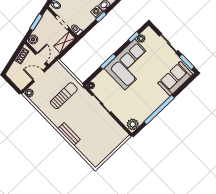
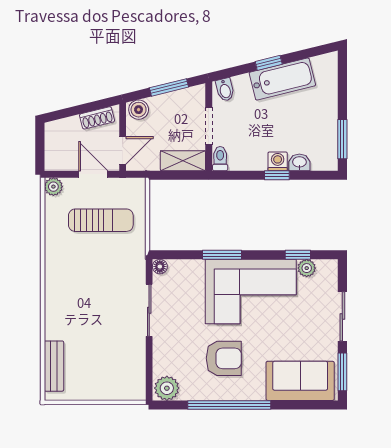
sun lounger: (64, 96) -> (101, 220), moved
armchair: (142, 96) -> (224, 358), added
bench: (69, 134) -> (54, 366), moved

